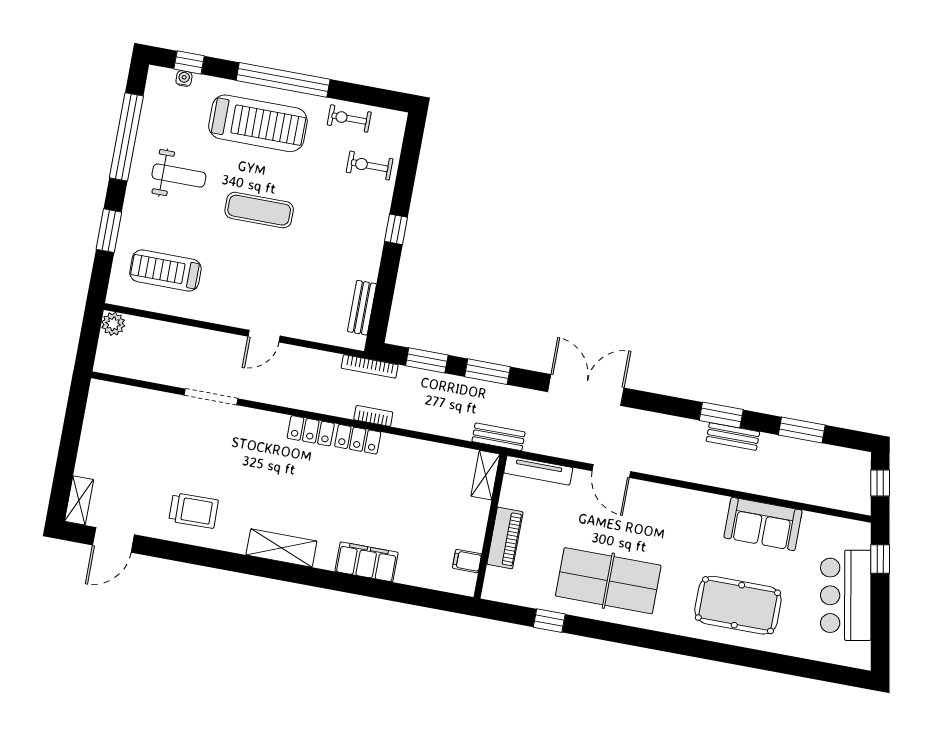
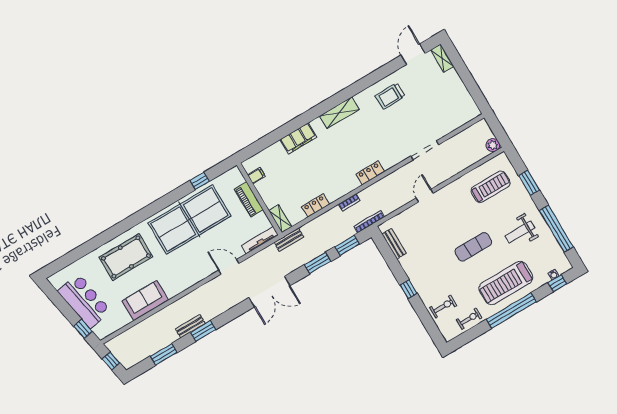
locker: (358, 439) -> (316, 206), moved
table tennis table: (608, 581) -> (190, 220), width x1.36, depth x1.32

